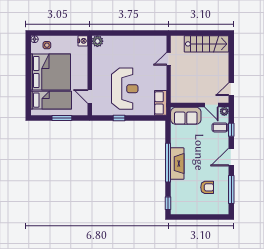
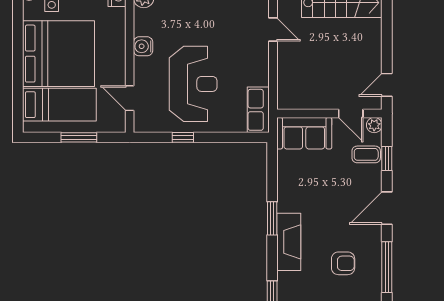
door: (169, 59) -> (273, 29), swing flipped
water cooler: (97, 68) -> (143, 46), added
window: (168, 163) -> (272, 218), width x0.47
fireplace: (177, 164) -> (289, 242), moved

